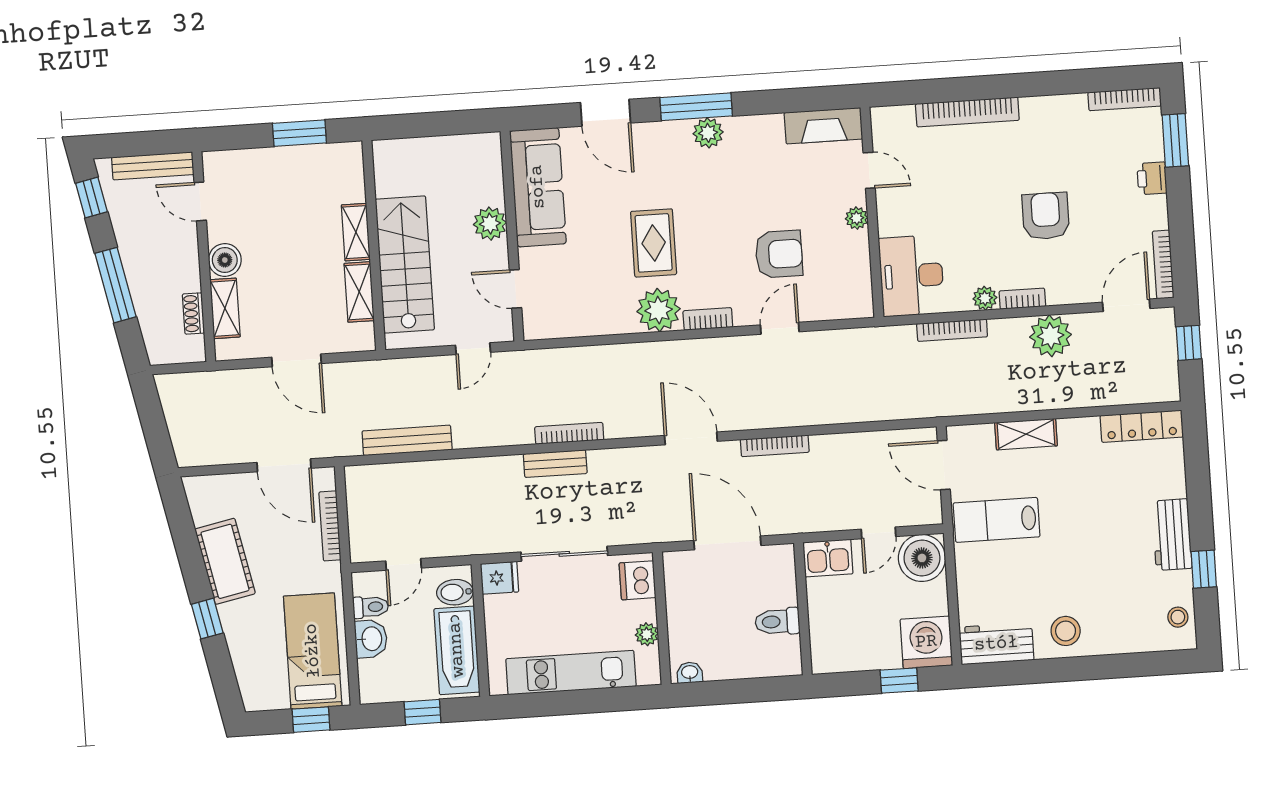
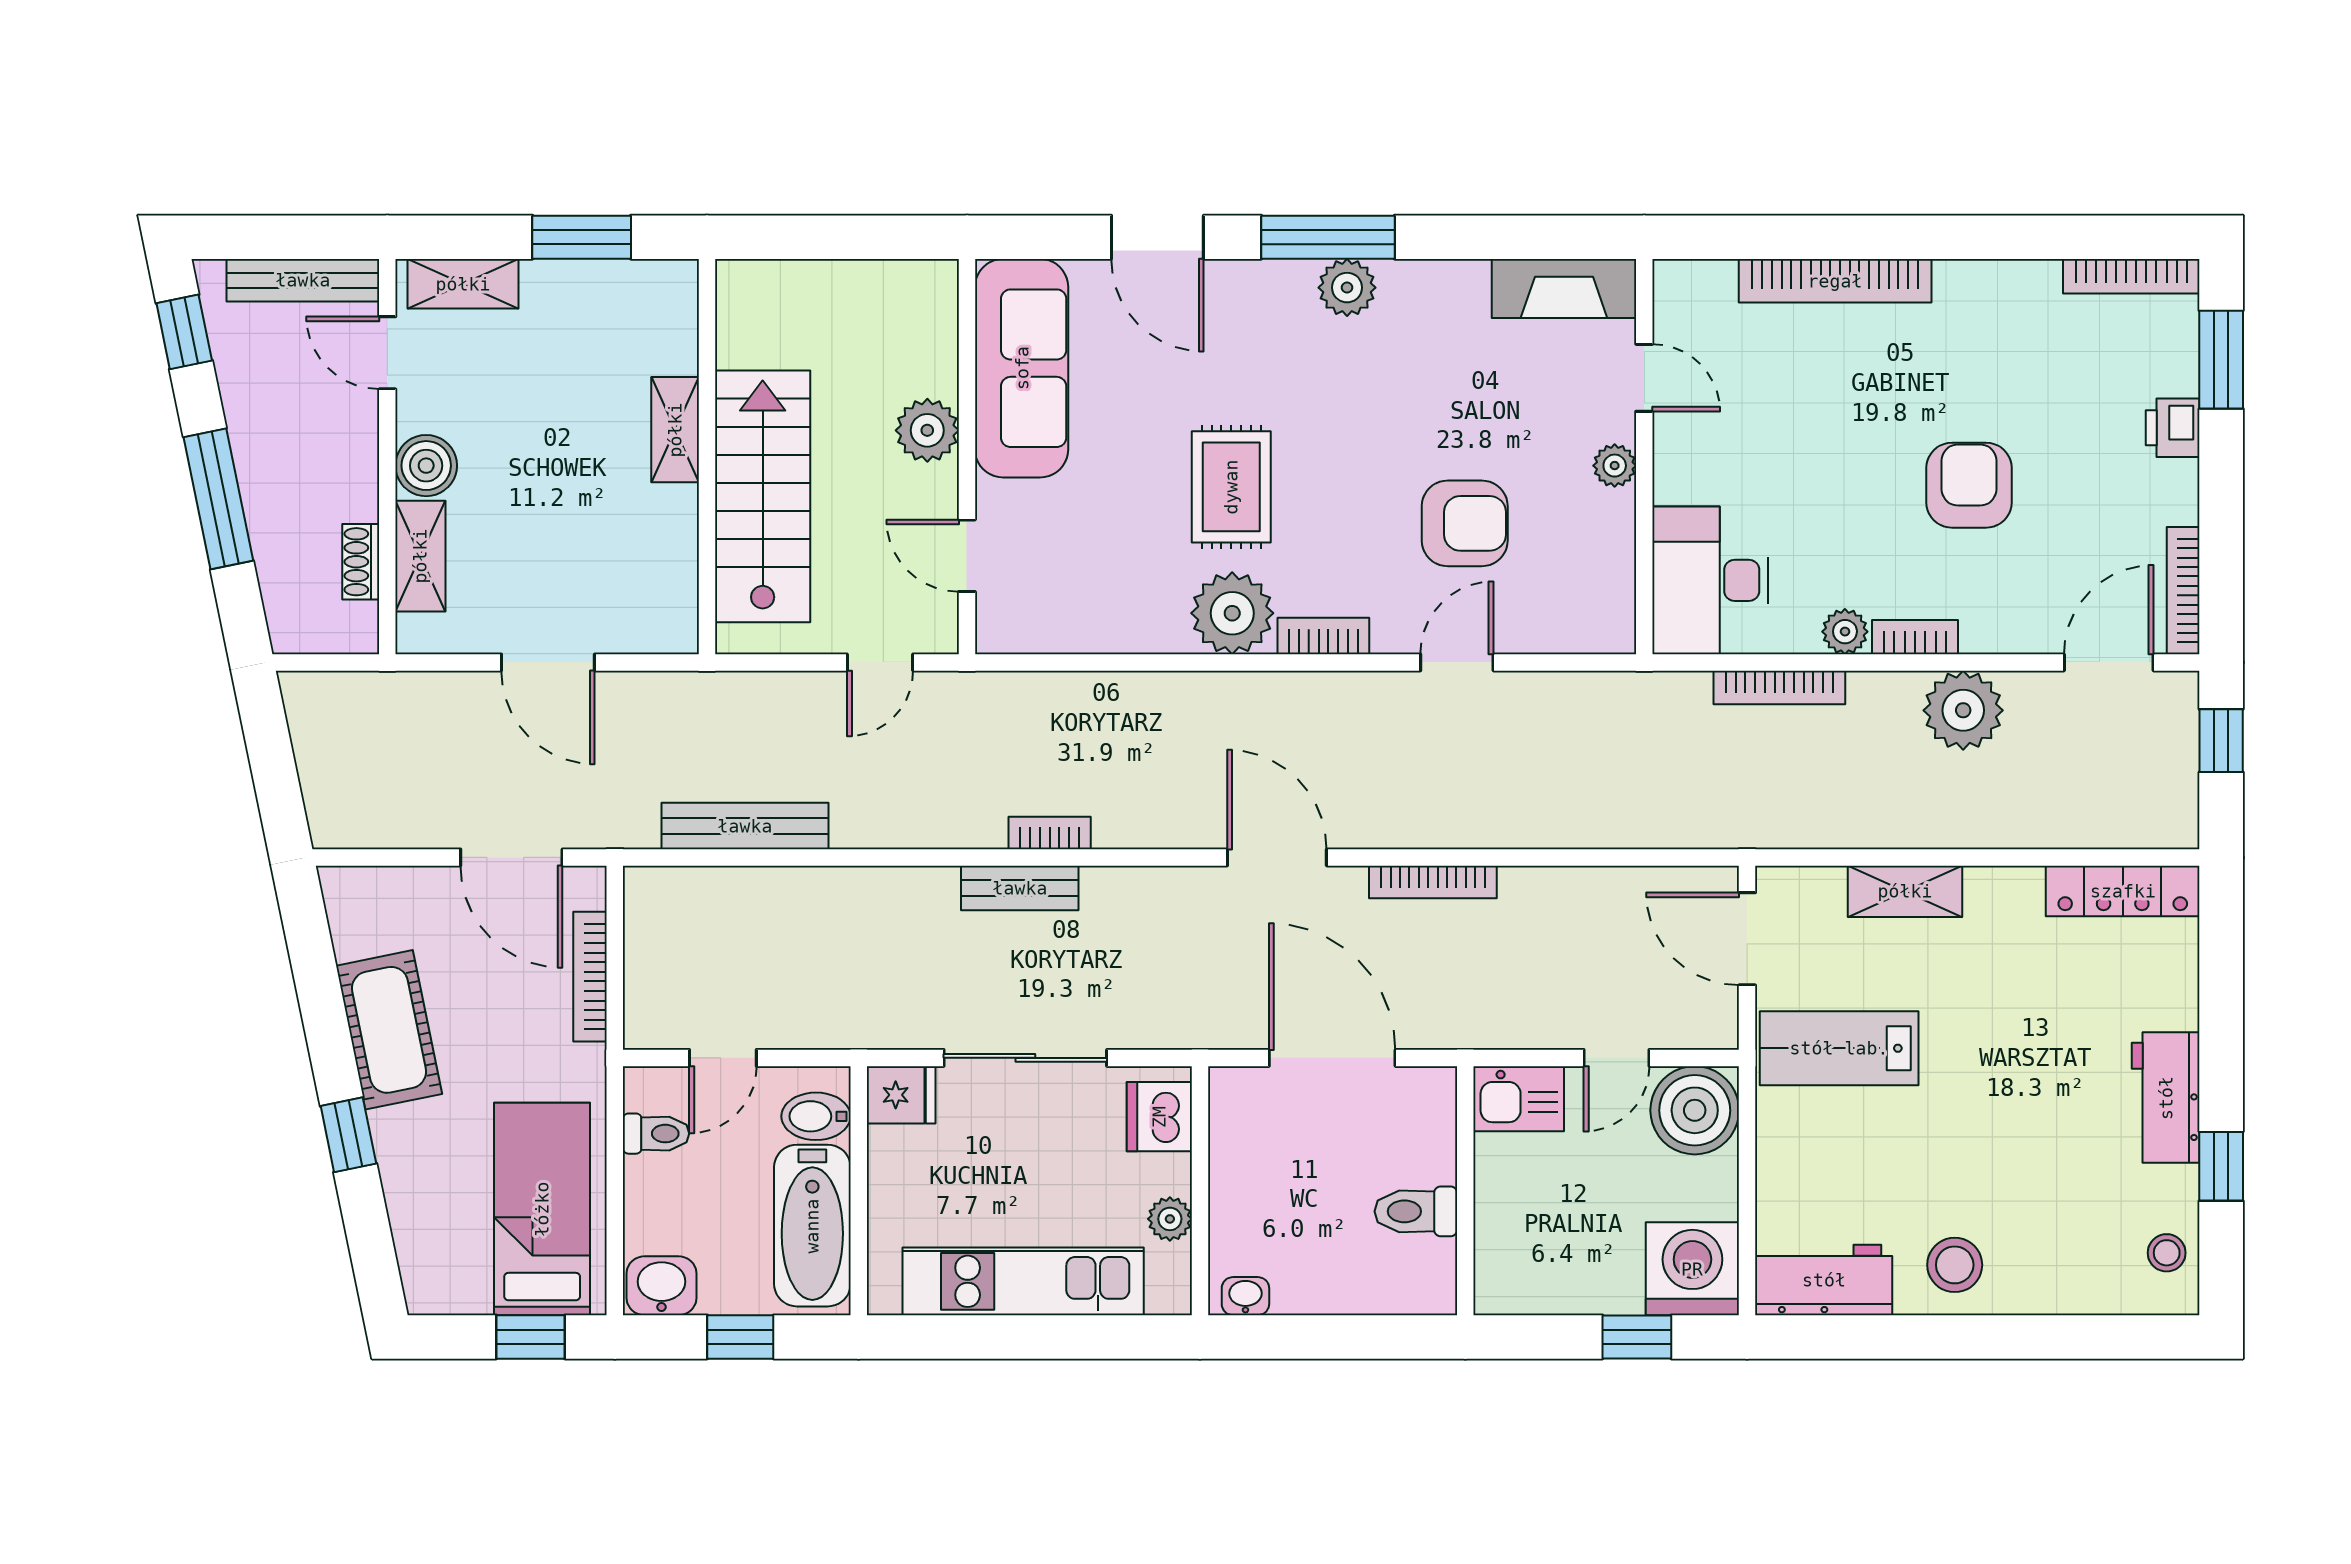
shelving: (359, 292) -> (463, 284), moved, turned 90
bookcase: (569, 433) -> (1050, 833), width x0.64
washbasin: (371, 639) -> (661, 1286), moved, turned -90

